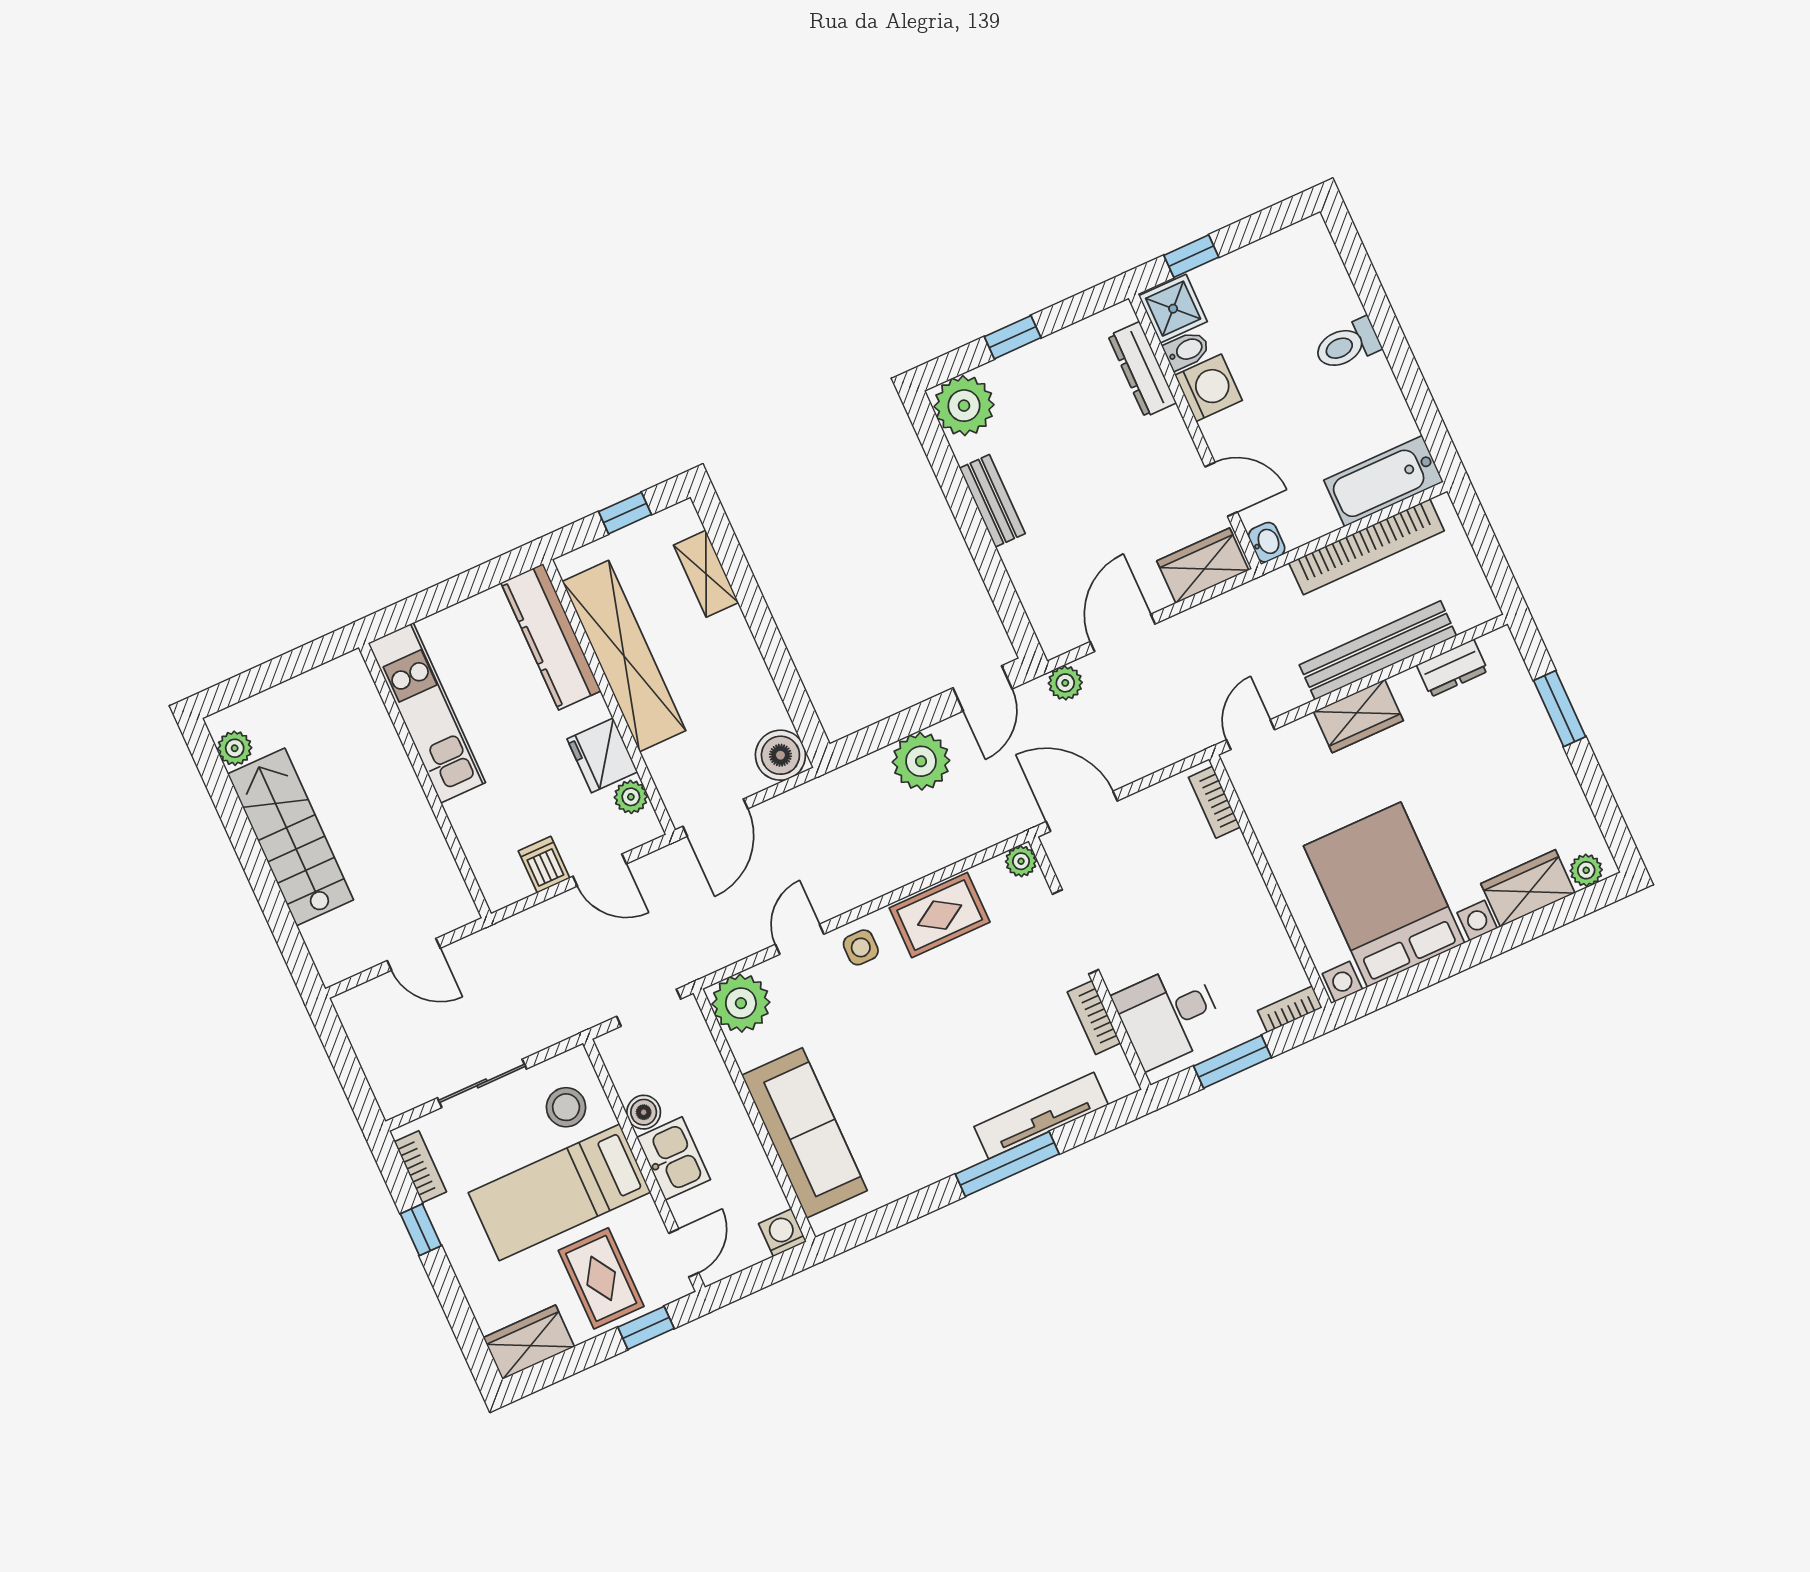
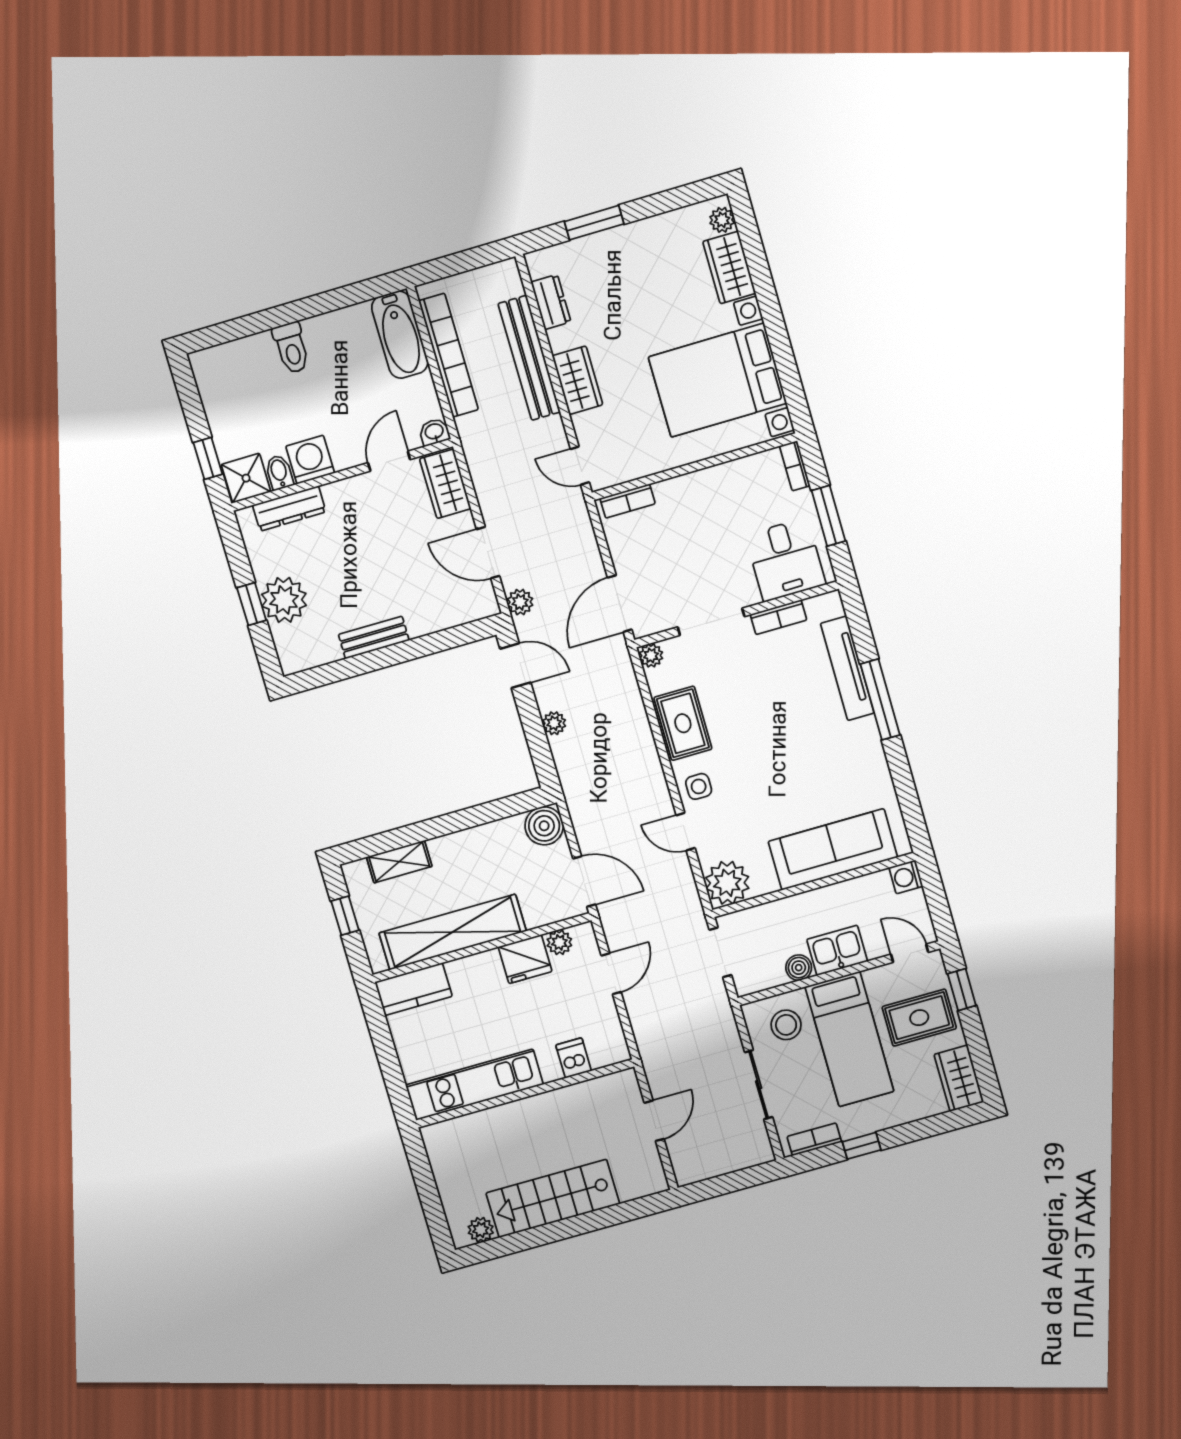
plant: (964, 406) -> (284, 600), moved
kitchen counter: (551, 637) -> (413, 989), width x0.67
plant: (921, 761) -> (554, 723), width x0.53, depth x0.53
dishwasher: (544, 865) -> (574, 1058), moved, turned 90

